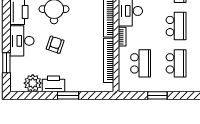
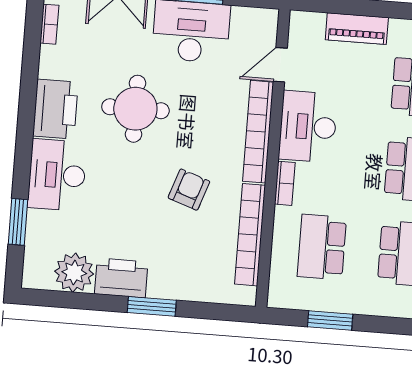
armchair: (55, 45) -> (189, 190), moved
school desk: (141, 63) -> (322, 247), turned 180
window: (157, 95) -> (330, 320), moved

